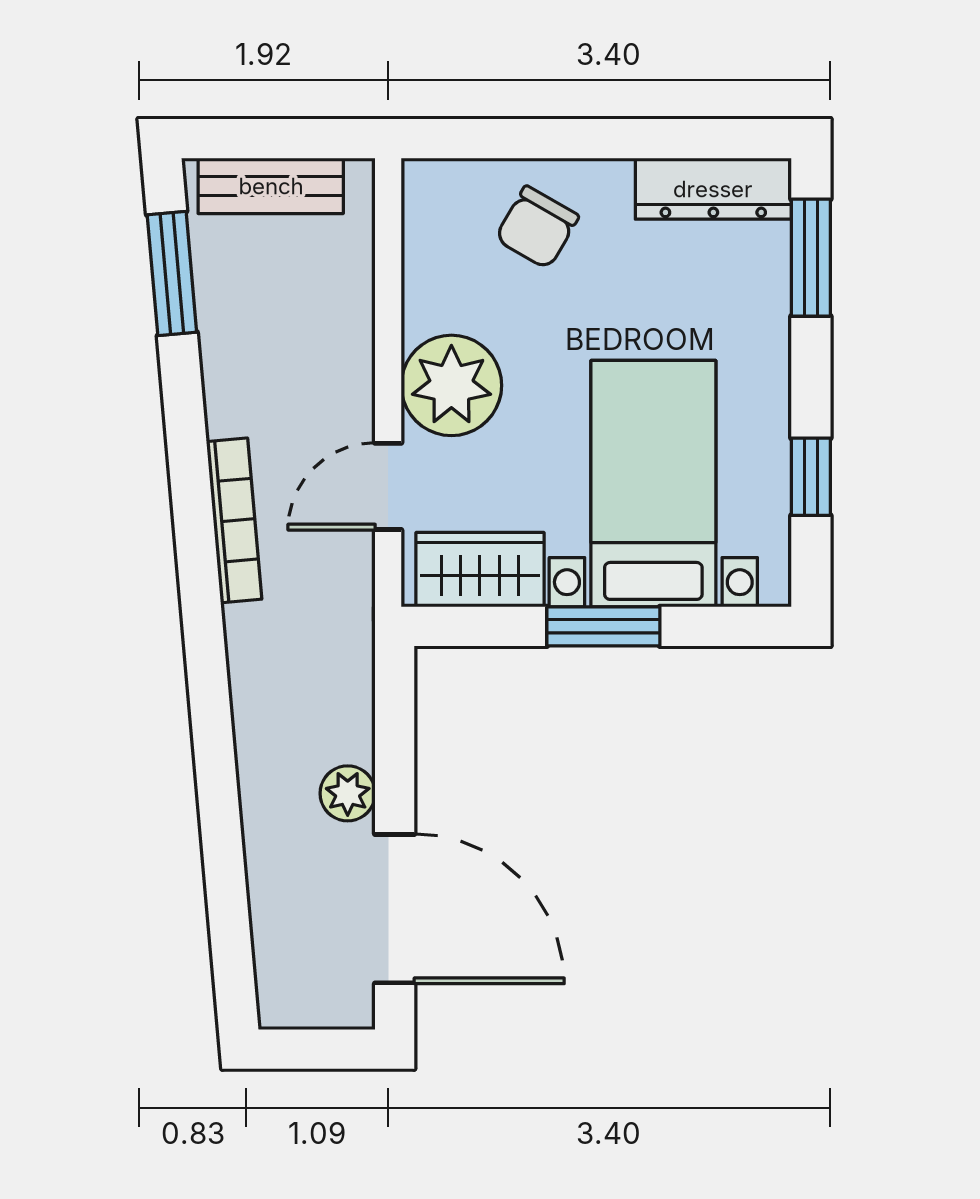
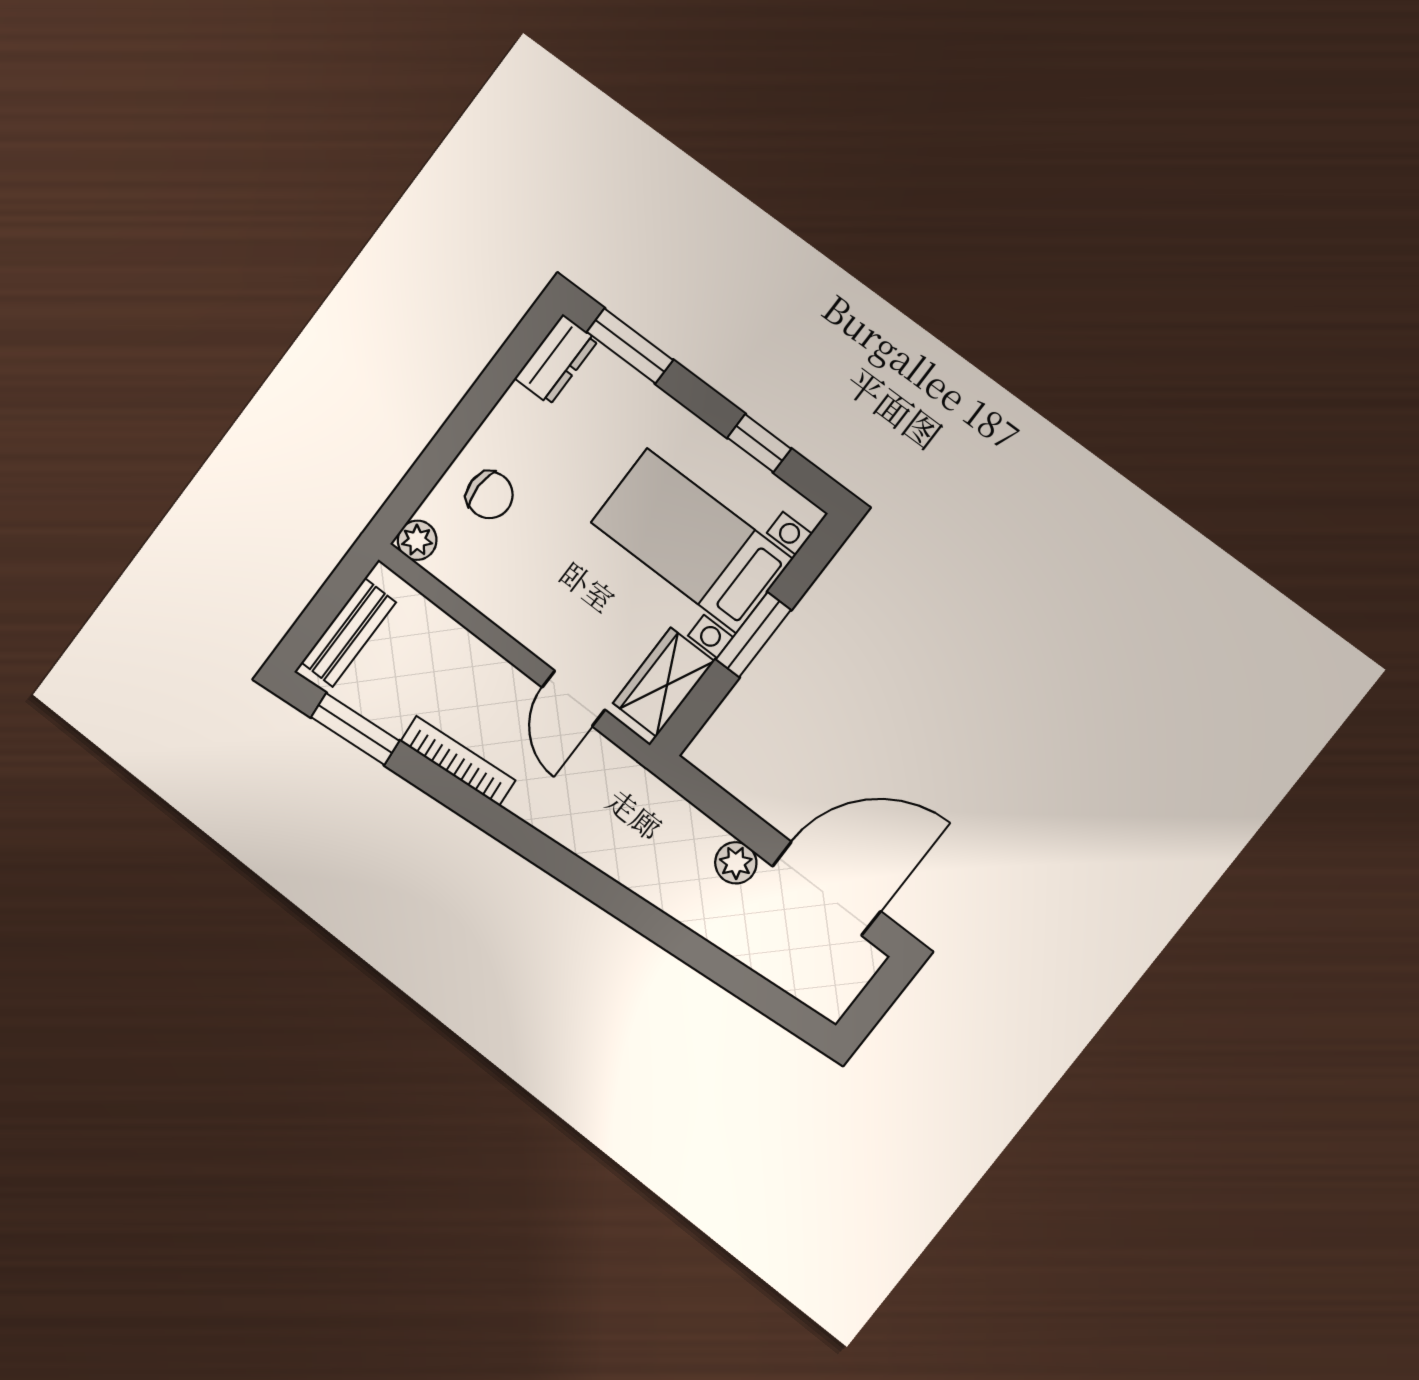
dresser: (713, 189) -> (556, 359), width x0.70
chair: (537, 227) -> (490, 495), turned -30
plant: (451, 385) -> (417, 540), moved, width x0.53, depth x0.53
bookcase: (234, 520) -> (458, 761), moved

